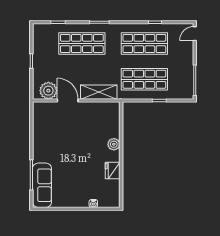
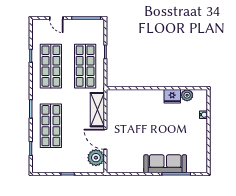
door: (195, 34) -> (56, 18), moved
door: (68, 100) -> (105, 139), hinge flipped
plant: (114, 144) -> (187, 95), moved
sofa: (42, 185) -> (165, 164), moved

